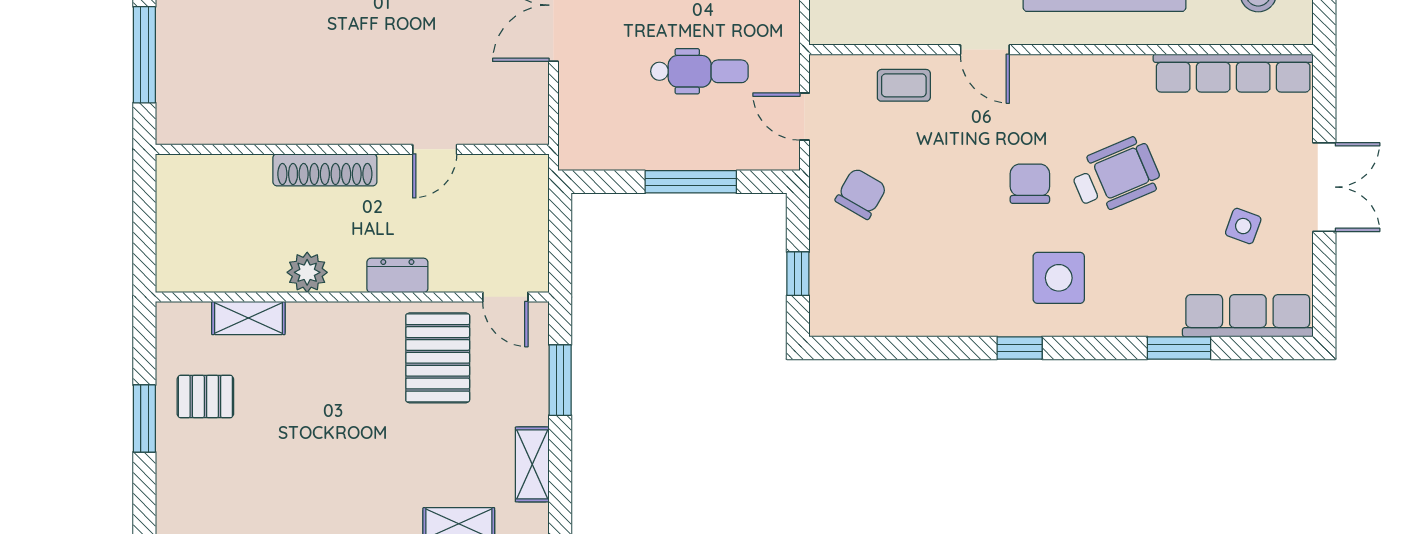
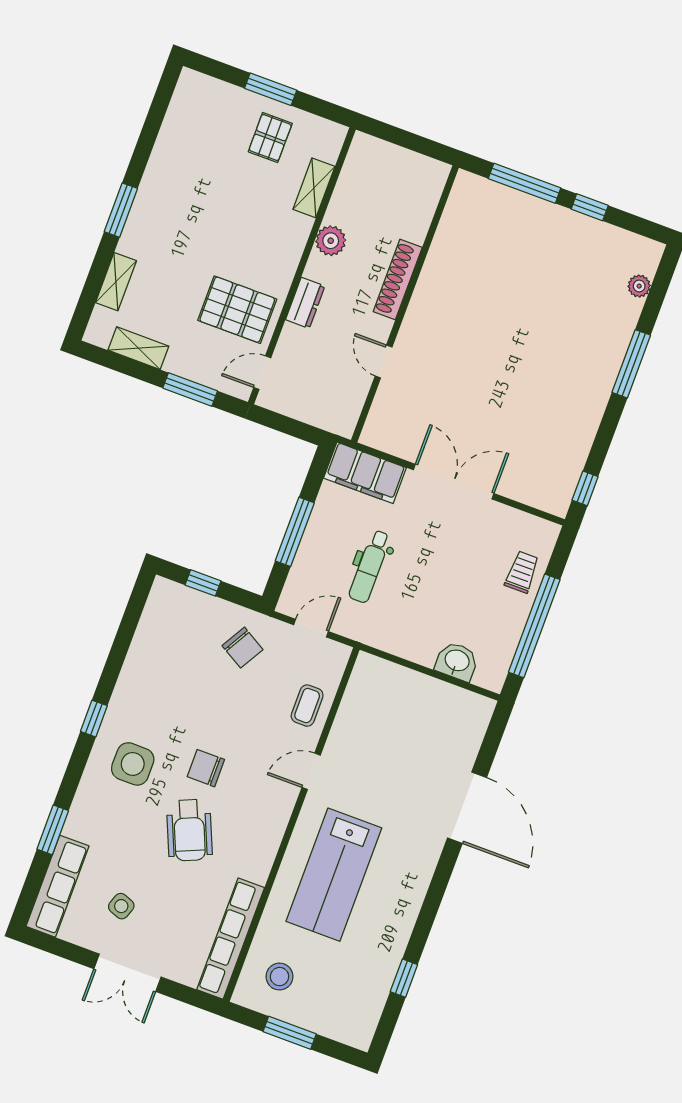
filing cabinet: (584, 121) -> (365, 473), added
chair: (1030, 184) -> (206, 768), turned 180

